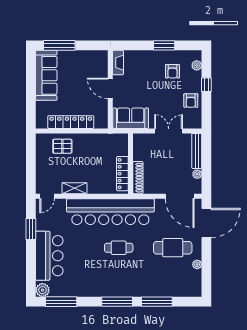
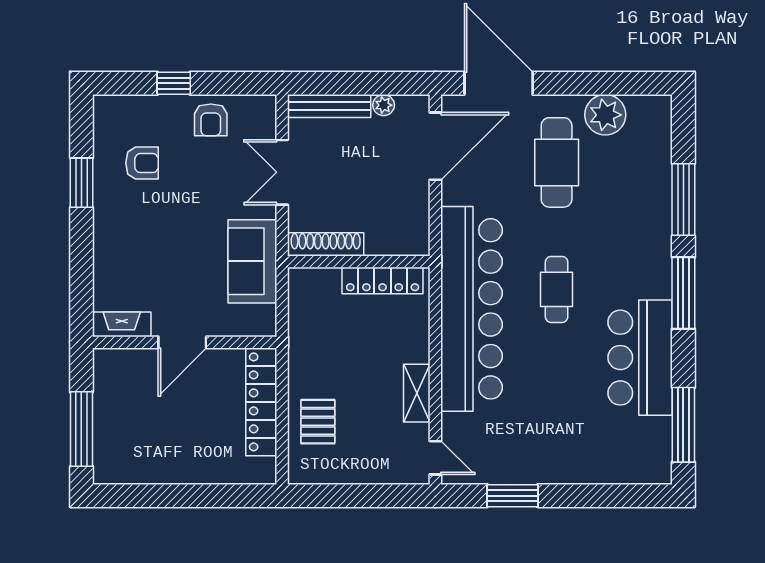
fireplace: (118, 63) -> (122, 324), moved
plant: (197, 65) -> (128, 106), removed
sofa: (46, 75) -> (152, 459), removed
door: (110, 88) -> (182, 342), moved
wall: (110, 89) -> (185, 342), moved
armchair: (191, 101) -> (211, 120), turned 90
shoe rack: (138, 178) -> (326, 244), moved
bar counter: (49, 256) -> (640, 358), moved, turned -90
plant: (197, 264) -> (605, 115), width x1.87, depth x1.87
plant: (42, 290) -> (656, 468), removed

